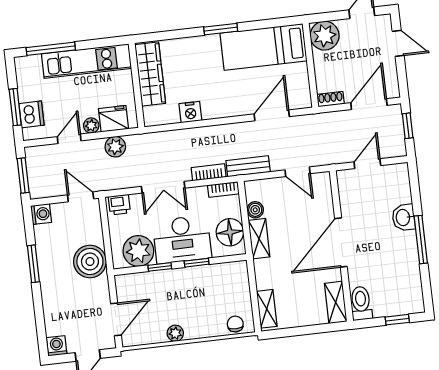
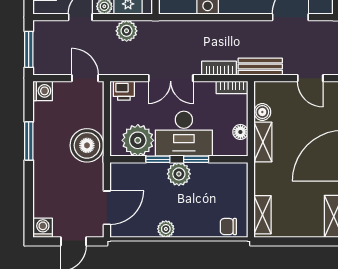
floor lamp: (230, 232) -> (240, 132), width x0.53, depth x0.53
plant: (182, 279) -> (179, 174), added
chair: (235, 324) -> (228, 227), turned -90

